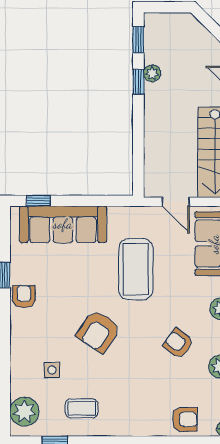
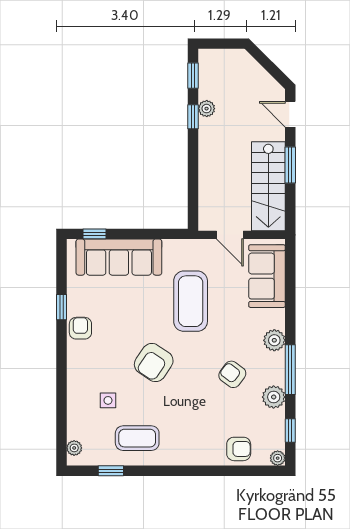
coffee table: (82, 408) -> (137, 438), width x1.36, depth x1.30
plant: (24, 412) -> (74, 448), width x0.53, depth x0.53

